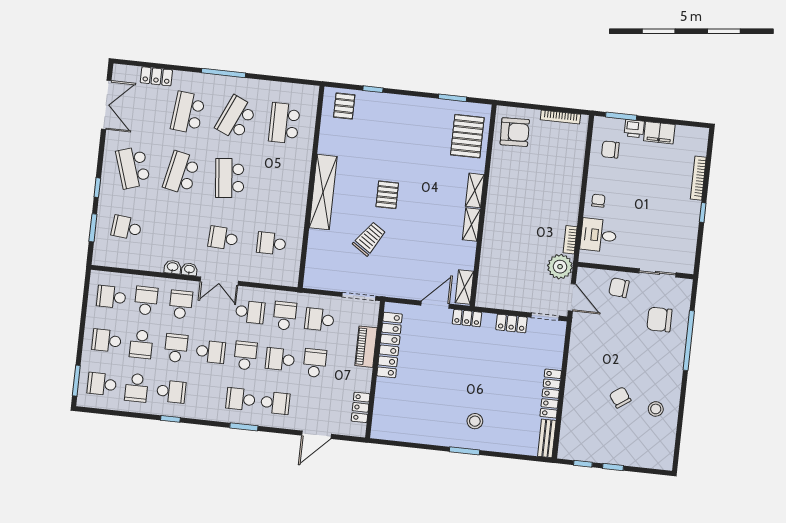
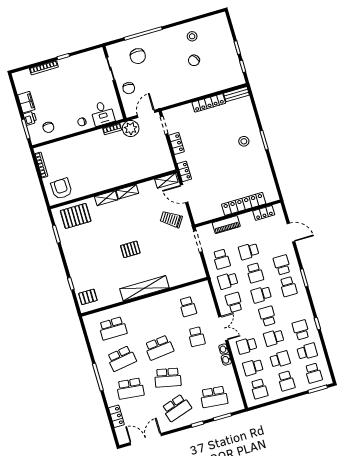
school desk: (236, 118) -> (122, 358), turned -33
school desk: (127, 228) -> (214, 397), width x1.85
trolley: (369, 239) -> (171, 219), moved
locker: (390, 345) -> (244, 204), moved

